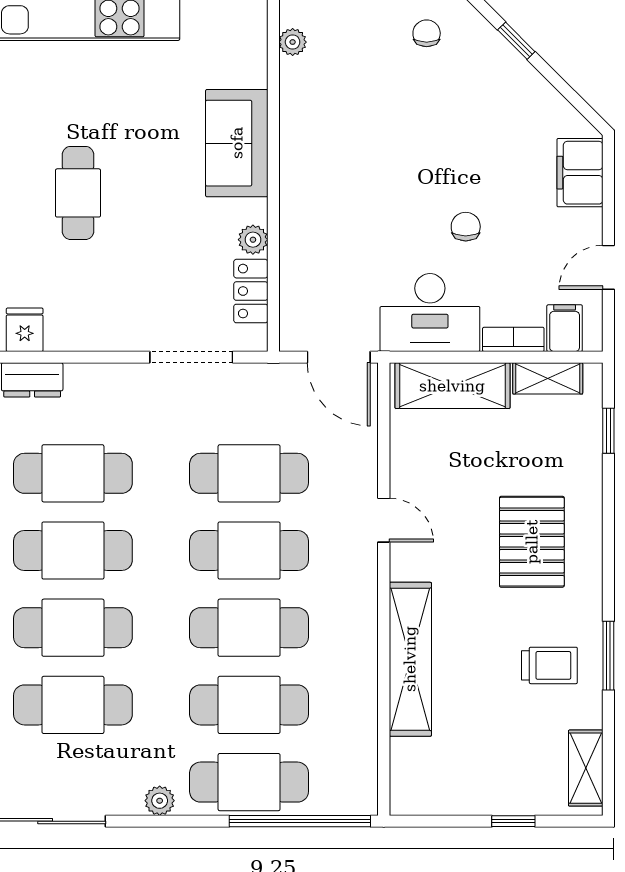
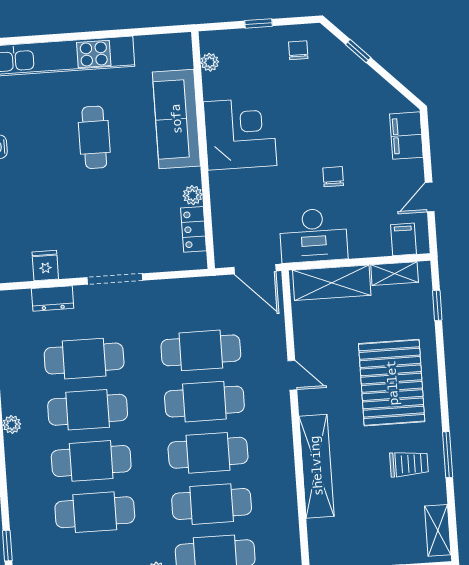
sofa: (237, 143) -> (176, 119), width x1.36
corner desk: (331, 152) -> (240, 134), added
cafe table: (78, 193) -> (94, 137), moved
bookcase: (513, 339) -> (370, 249), removed
doorway: (191, 357) -> (115, 279), moved
pallet: (532, 542) -> (392, 383), width x1.37, depth x1.41

